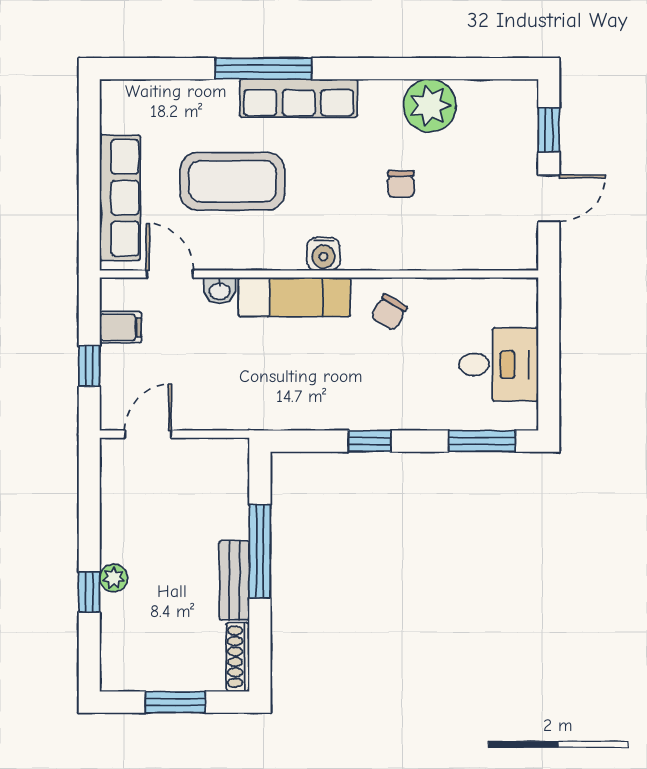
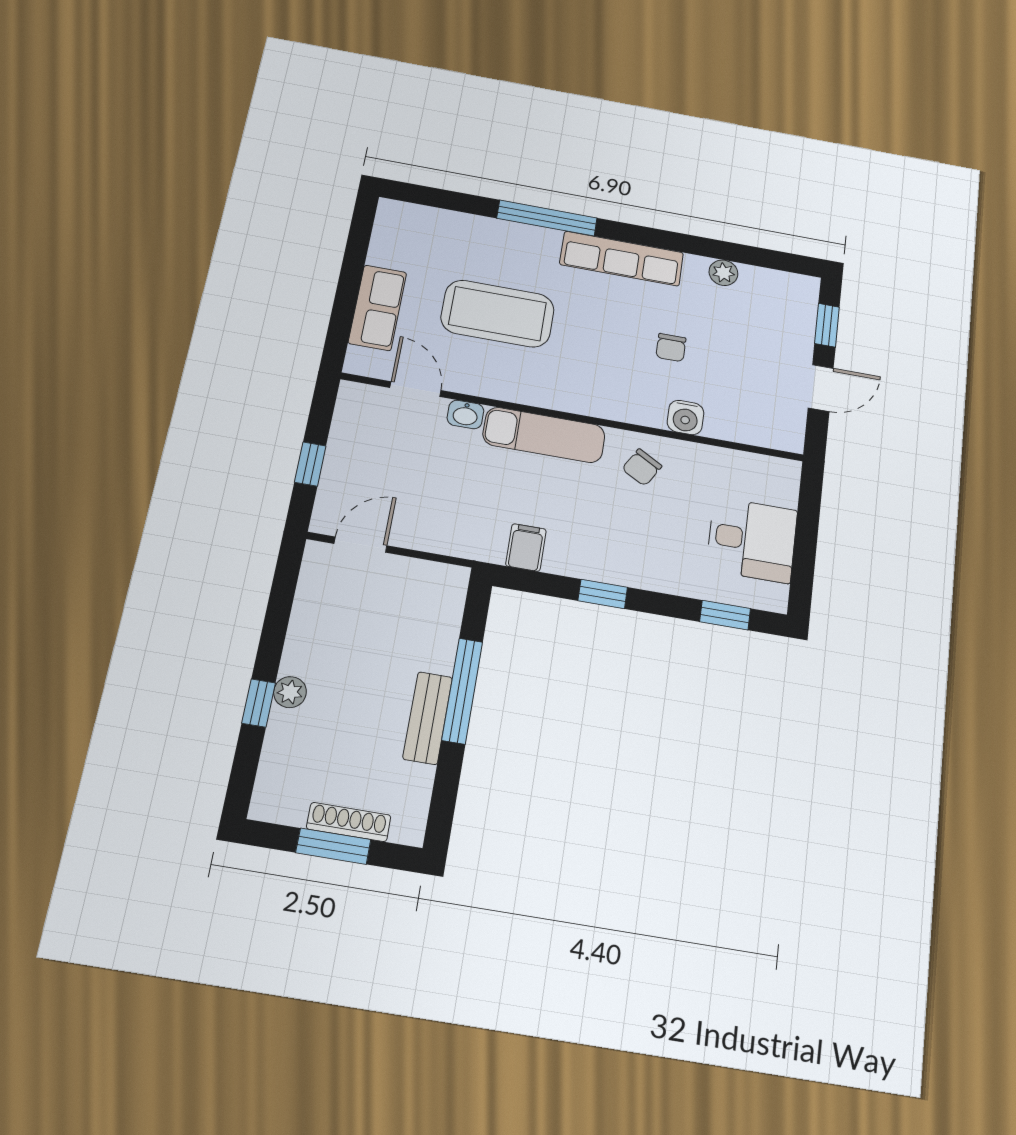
row of seats: (299, 98) -> (622, 259), moved
plant: (430, 106) -> (723, 273), width x0.53, depth x0.53
row of seats: (120, 198) -> (377, 308), width x0.68
water cooler: (323, 254) -> (685, 417), moved
filing cabinet: (121, 327) -> (526, 547), moved, turned -90
window: (482, 441) -> (725, 615), width x0.67
shoe rack: (238, 657) -> (349, 822), moved, turned 90

